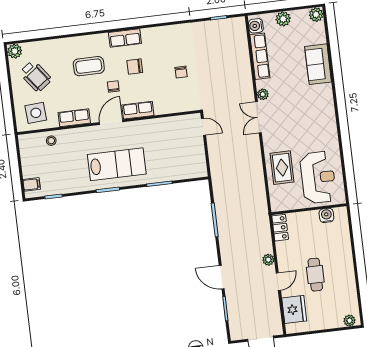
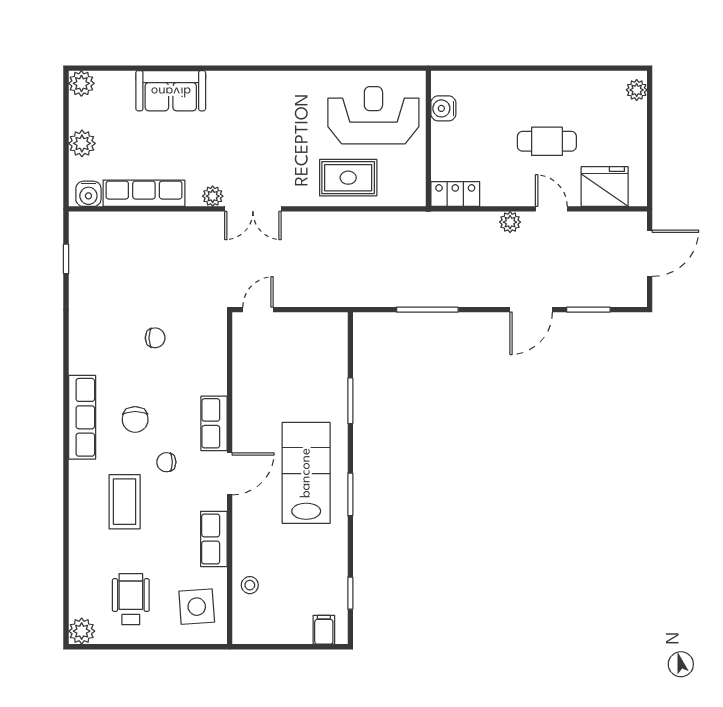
row of seats: (125, 38) -> (82, 417), width x1.48
wheelchair: (36, 76) -> (131, 599), turned -53
door: (111, 122) -> (230, 474), swing flipped

